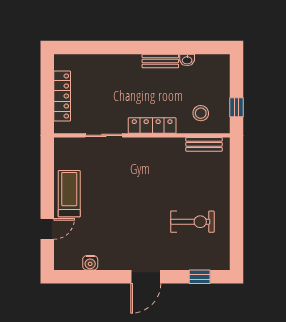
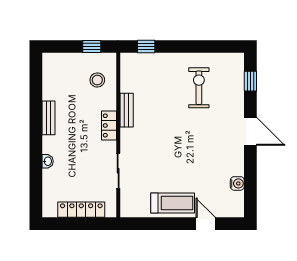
washbasin: (187, 60) -> (48, 161), moved
locker: (152, 126) -> (109, 125), width x0.66
bench: (204, 144) -> (127, 110), moved
window: (237, 165) -> (146, 47), added
treadmill: (69, 194) -> (173, 203), turned 180

